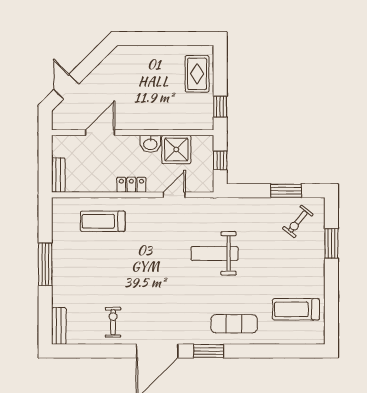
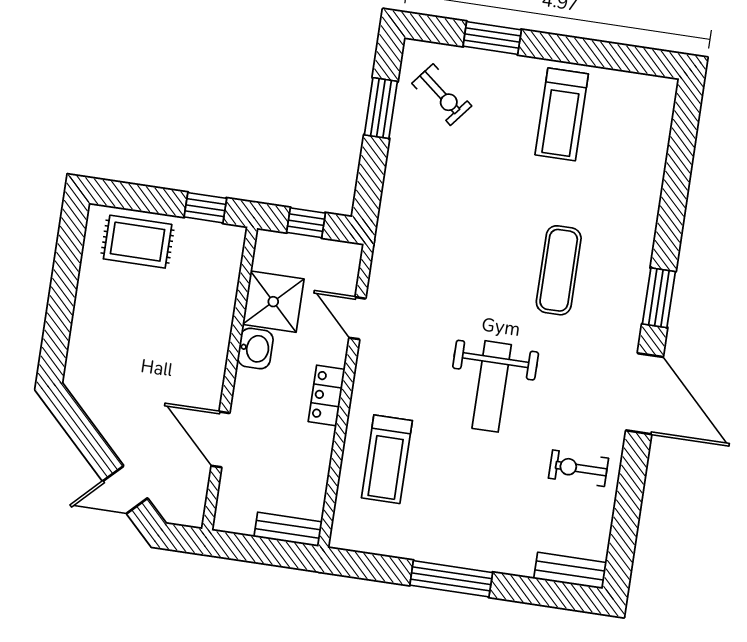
weight bench: (214, 253) -> (492, 386), moved
treadmill: (296, 309) -> (562, 114), moved
exercise mat: (234, 324) -> (559, 270), moved

